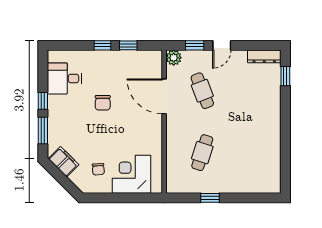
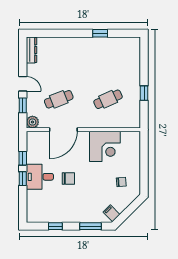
window: (285, 76) -> (100, 33), moved
desk: (64, 78) -> (40, 177), moved, turned 90
window: (43, 101) -> (55, 226), moved
cafe table: (202, 153) -> (108, 99), turned -42
filing cabinet: (64, 162) -> (112, 213), width x0.50
corner desk: (132, 174) -> (105, 146), moved, turned -90

